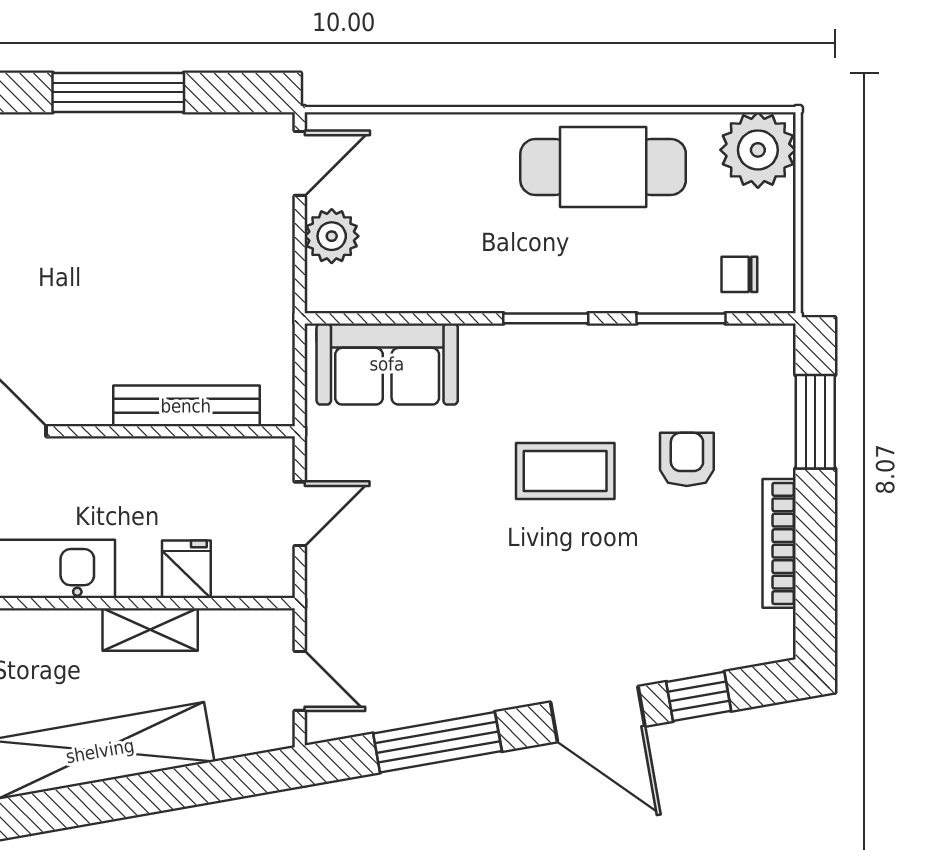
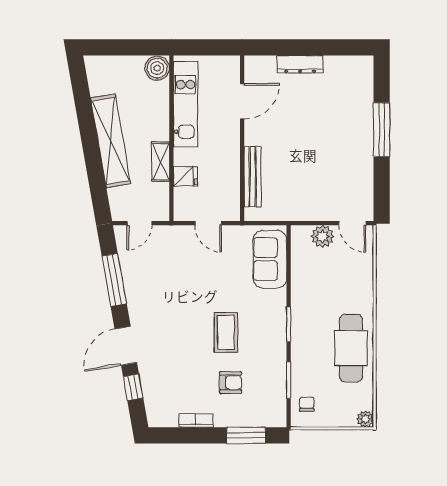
window: (118, 92) -> (382, 130), moved
plant: (758, 150) -> (365, 419), width x0.53, depth x0.53
bookcase: (779, 543) -> (196, 420), width x0.64

